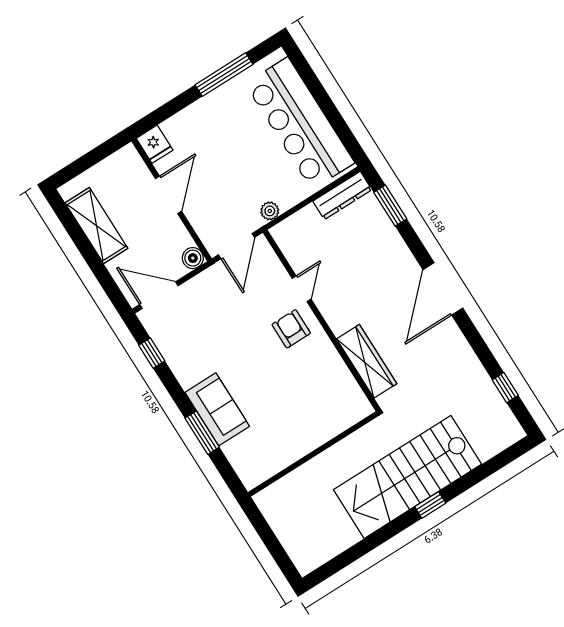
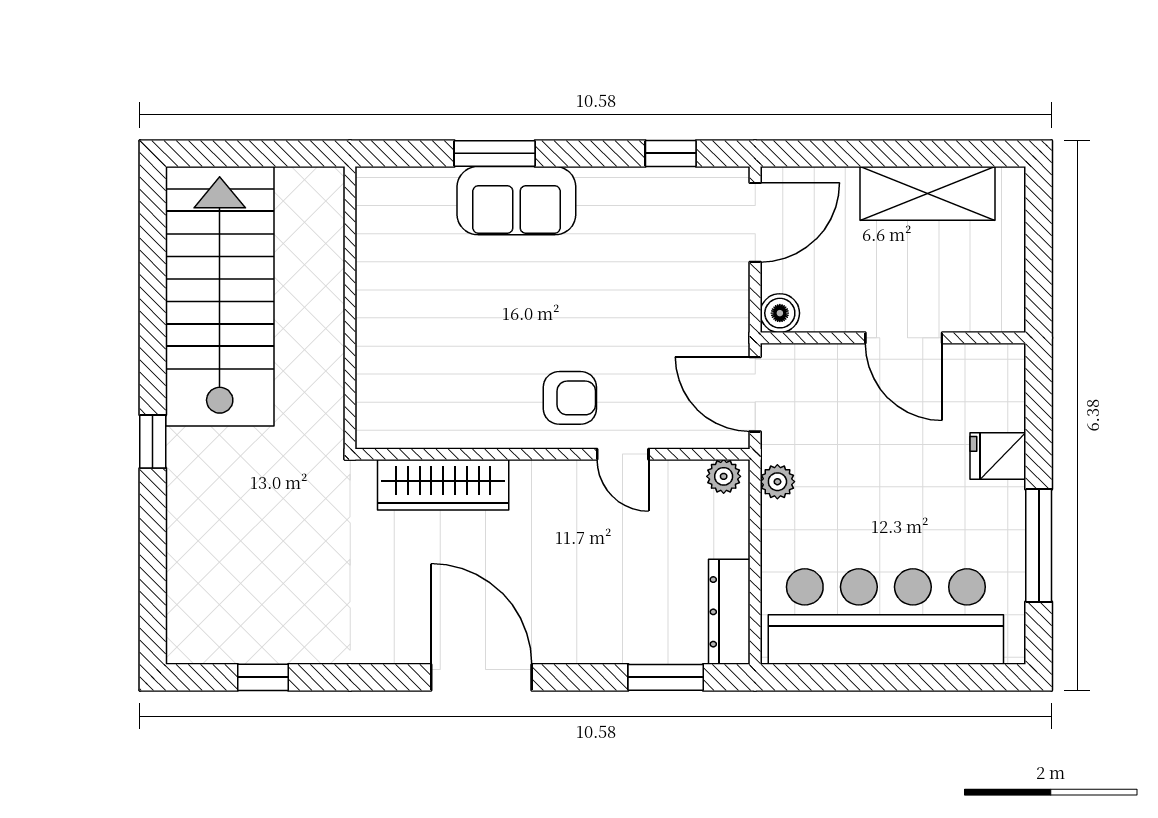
fridge: (155, 144) -> (998, 456), moved
plant: (283, 237) -> (724, 476), added
stairs: (407, 477) -> (220, 296), moved

